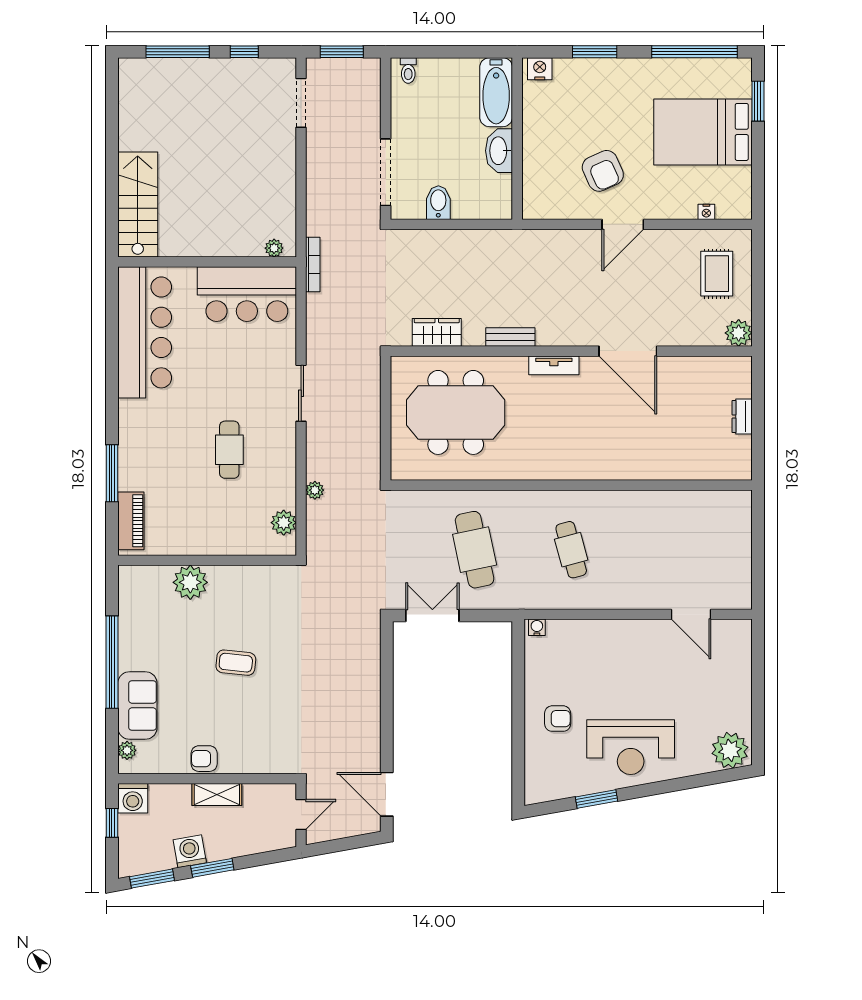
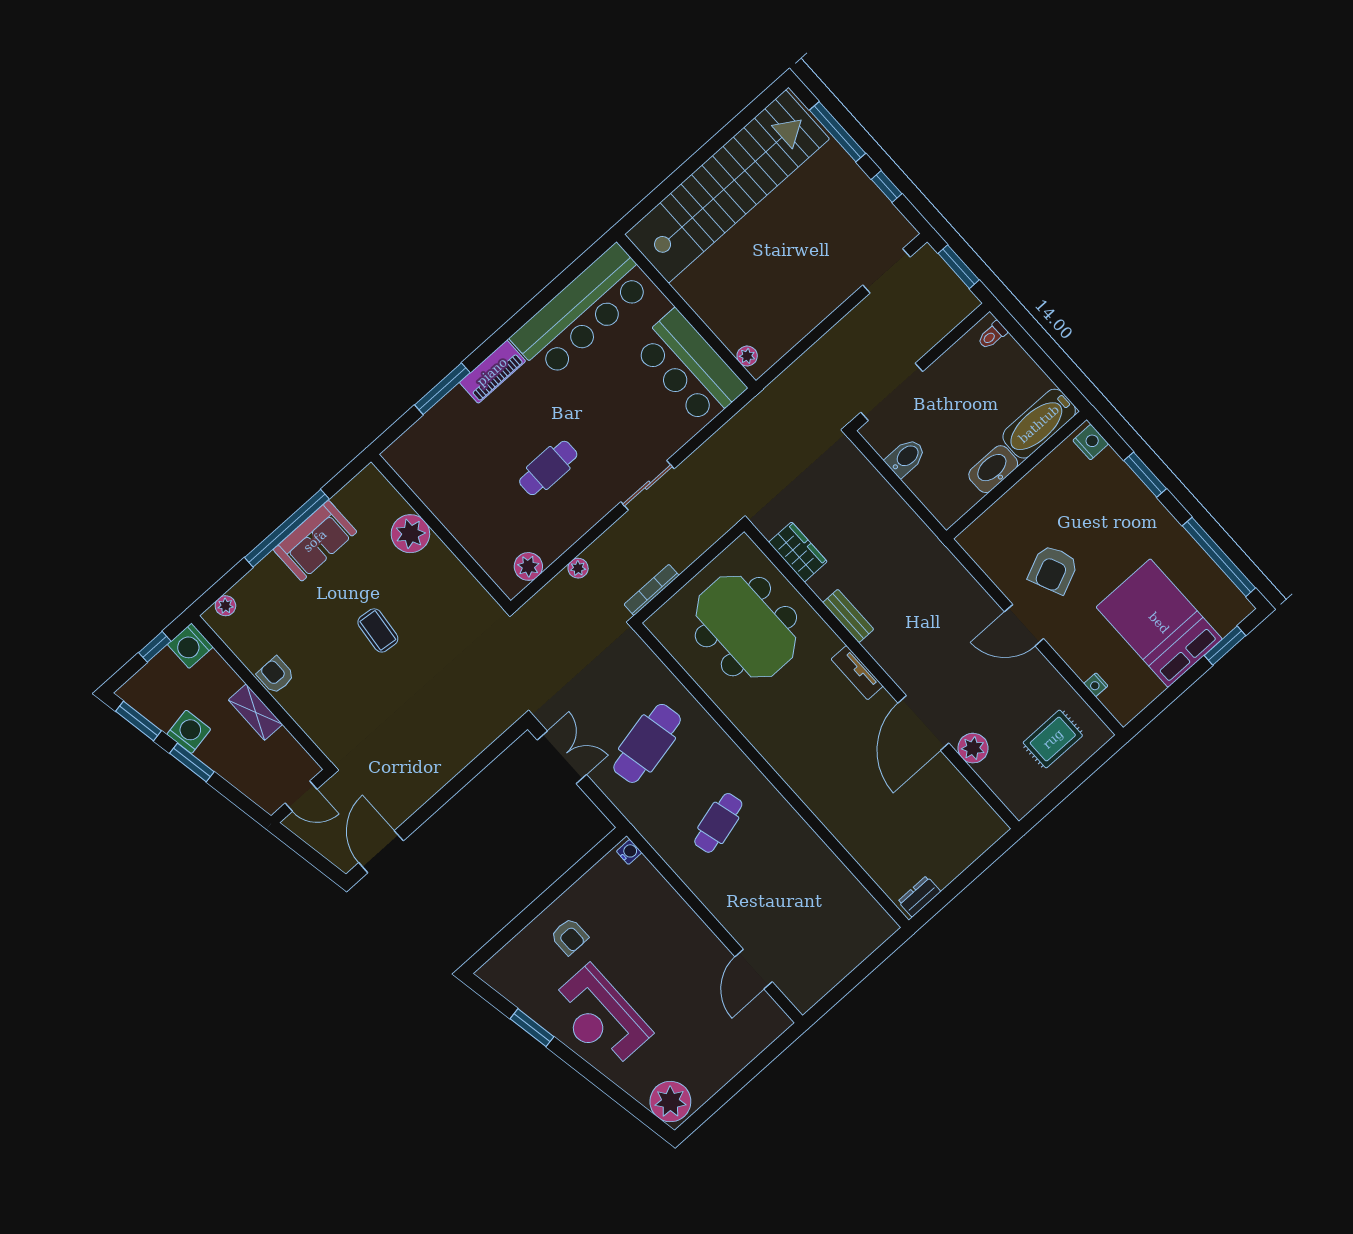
stairs: (138, 204) -> (727, 187), width x1.86, depth x1.51
bookcase: (313, 265) -> (652, 590), moved, turned 180
plant: (739, 333) -> (973, 748), moved
dresser: (742, 417) -> (919, 896), moved
piano: (131, 521) -> (492, 372), moved
sofa: (137, 706) -> (315, 541), moved

